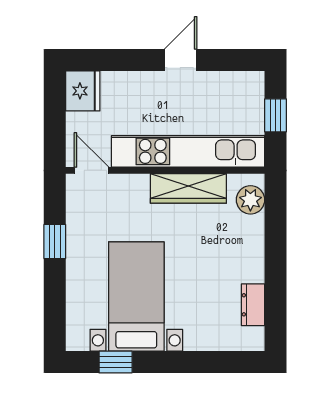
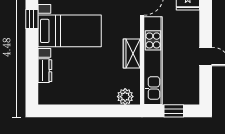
wardrobe: (188, 188) -> (132, 54), width x0.67
dresser: (253, 305) -> (45, 71), moved, turned 90

